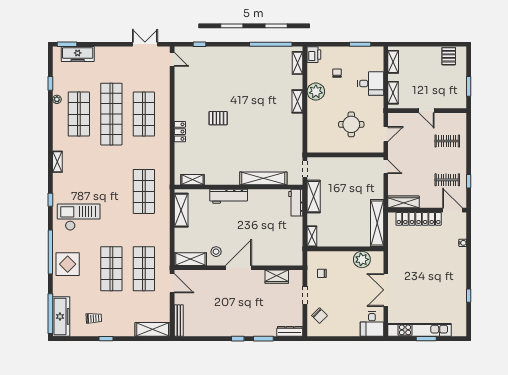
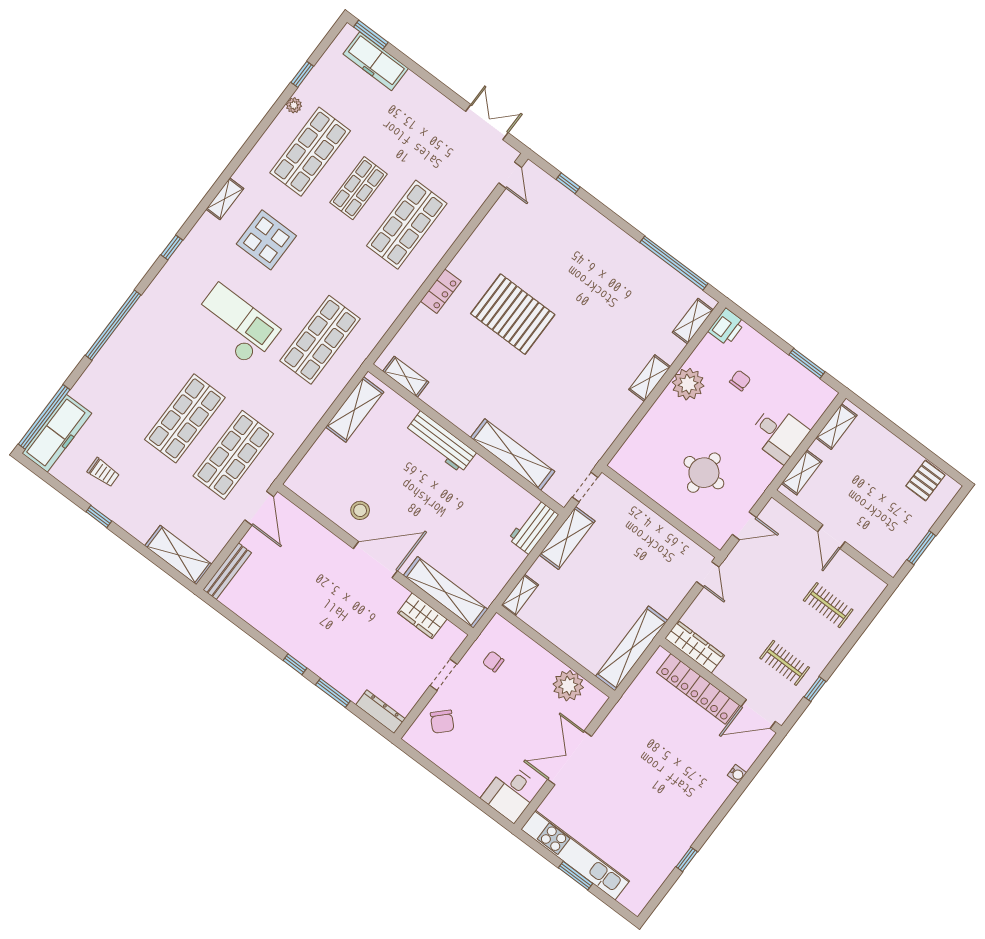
shop shelf: (111, 114) -> (358, 188), width x0.50, depth x0.74
pallet: (218, 118) -> (513, 314), width x2.05, depth x2.00
door: (452, 210) -> (758, 714), swing flipped
checkout: (79, 217) -> (235, 325), moved
shelving: (190, 259) -> (446, 592), moved, width x1.47
display table: (68, 264) -> (266, 240), moved

